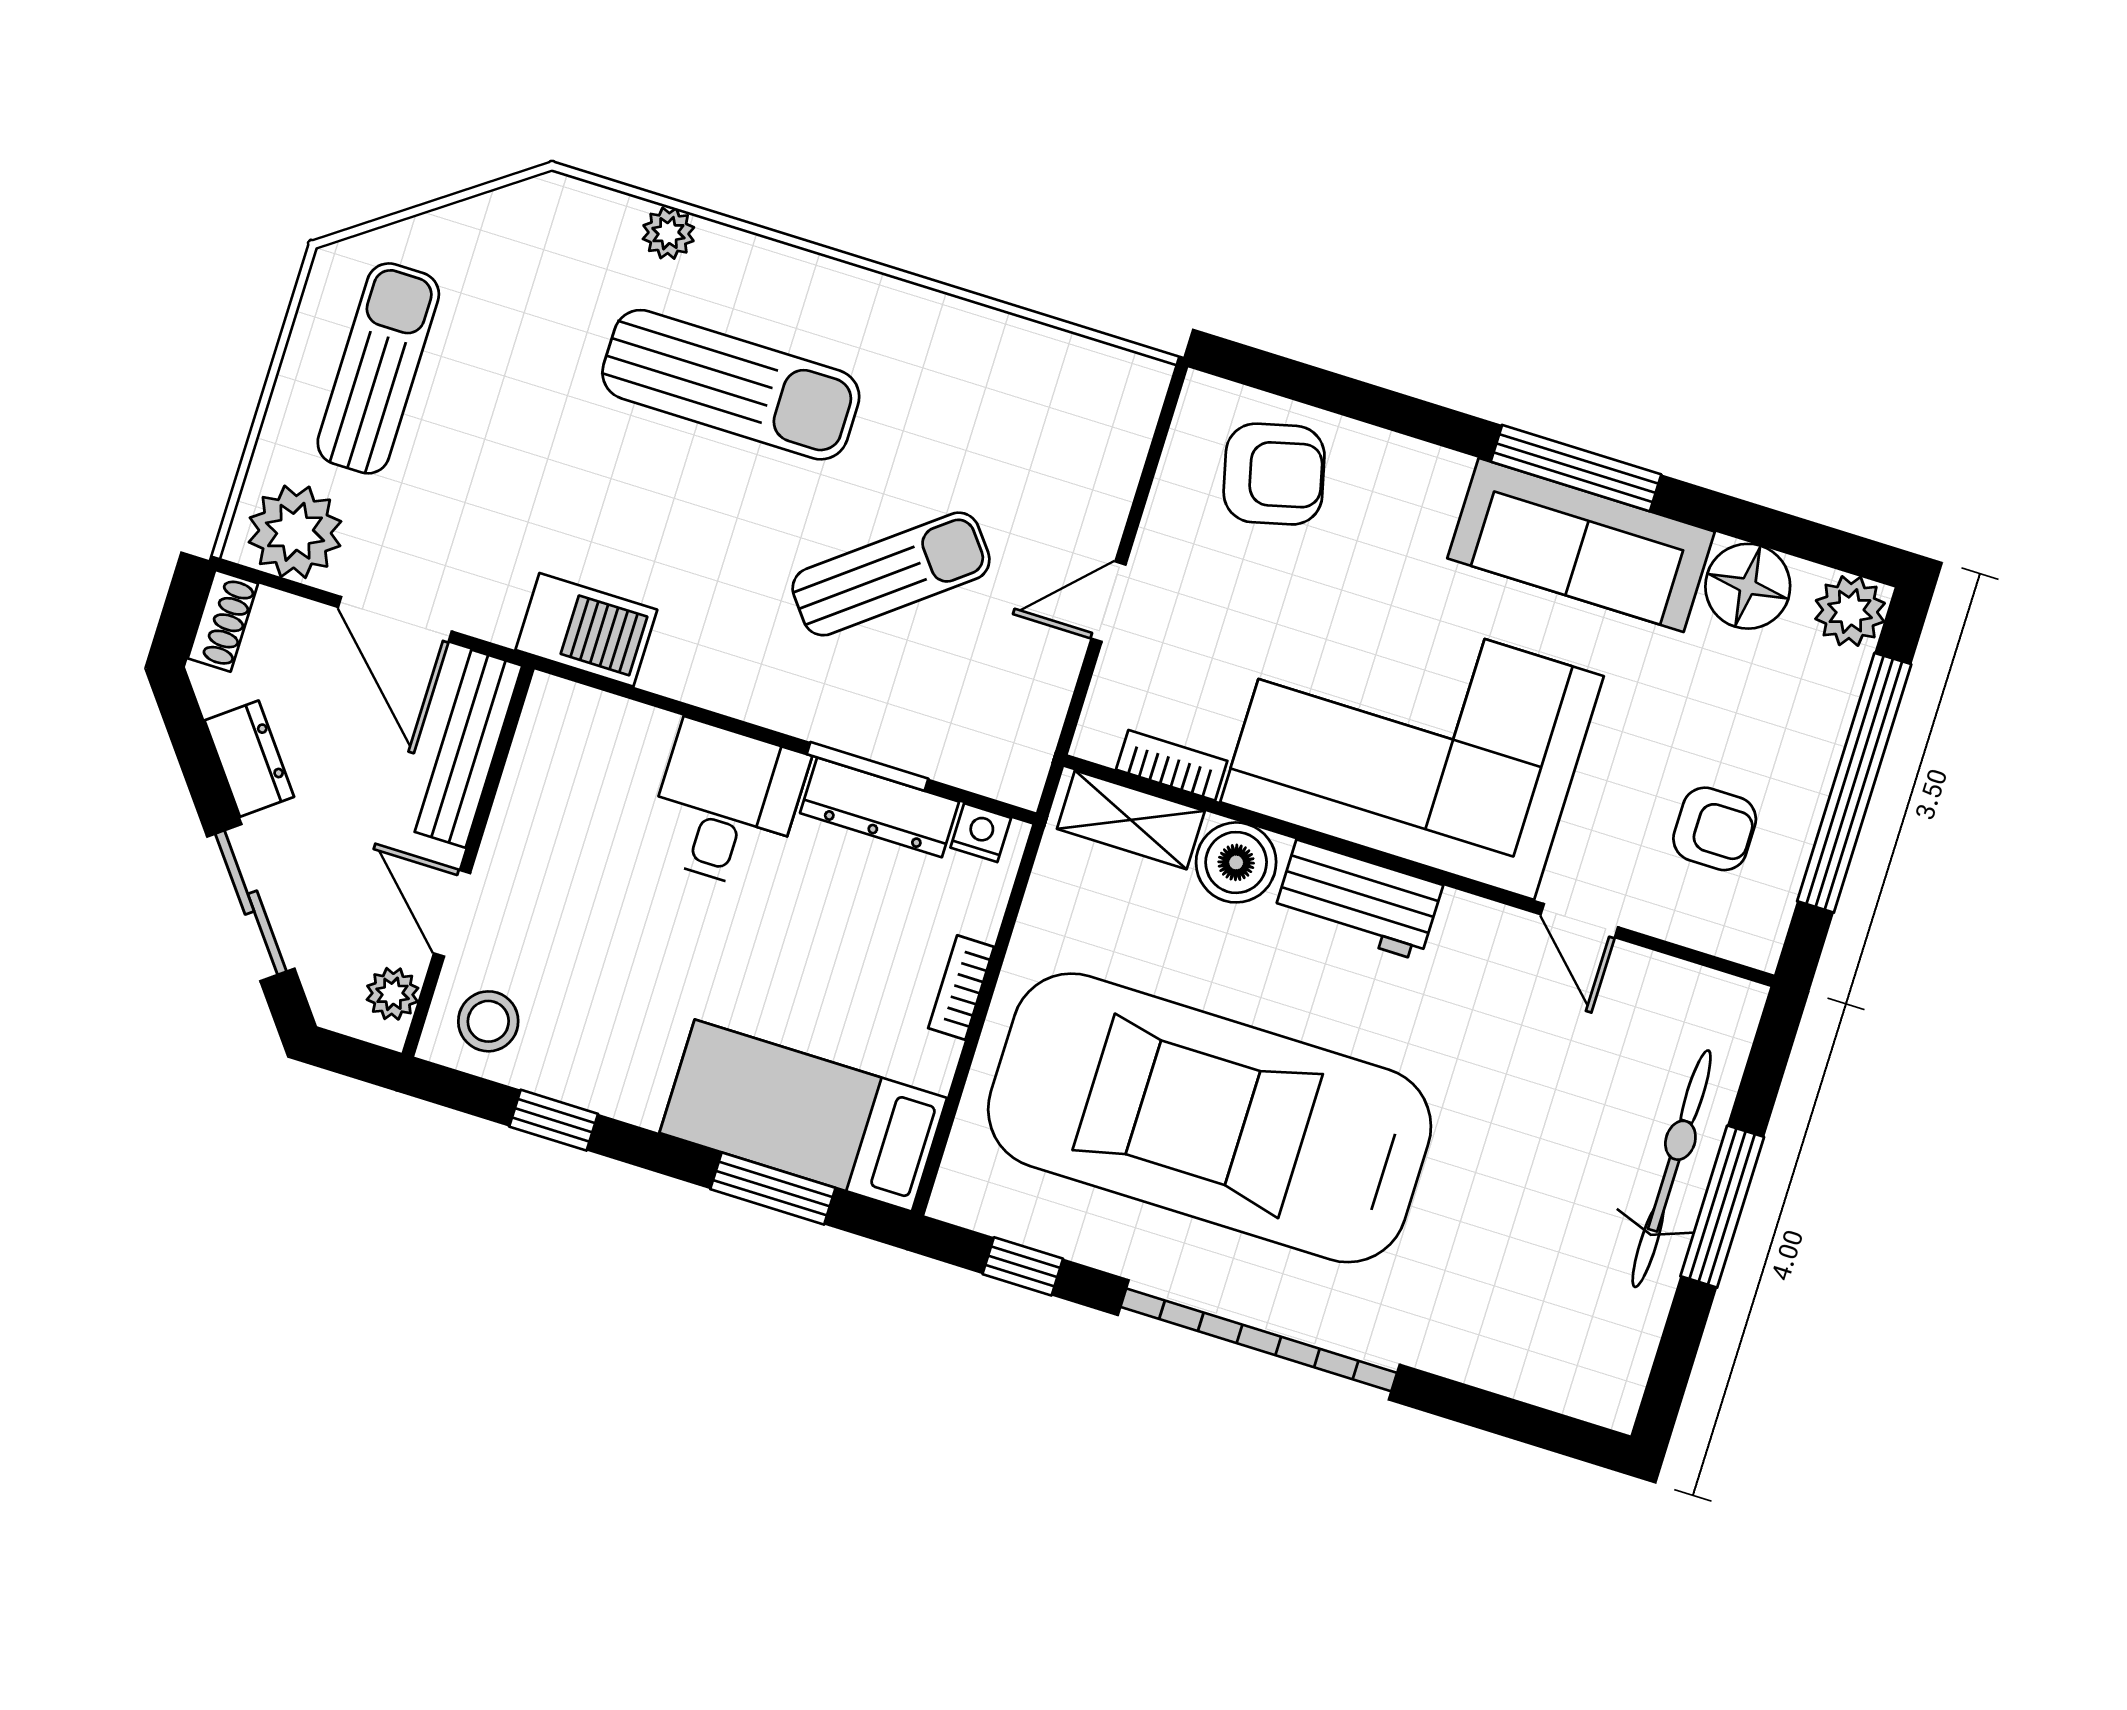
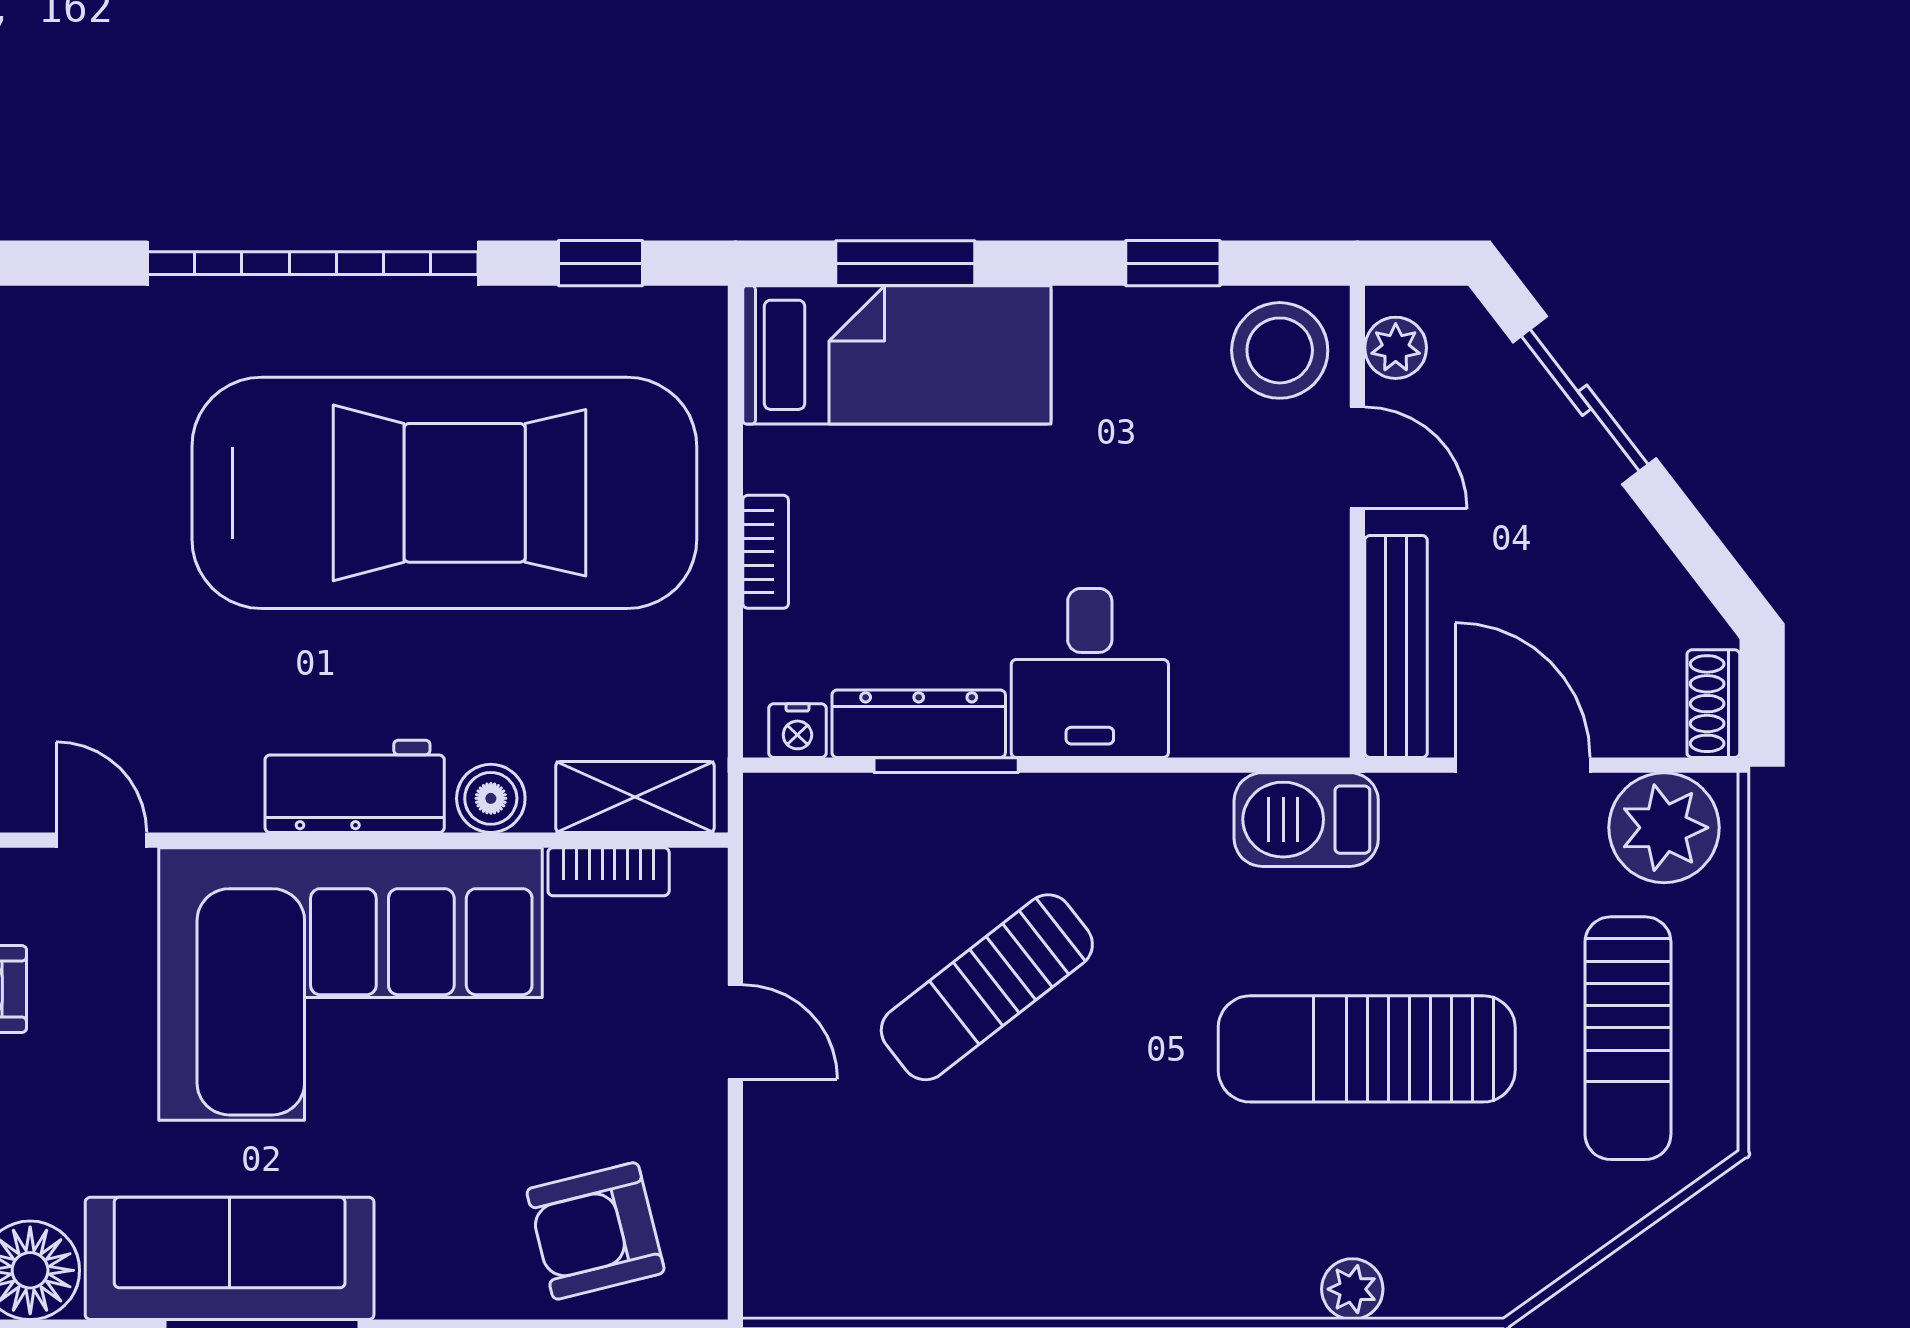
sun lounger: (731, 385) -> (1367, 1049), moved
door: (1109, 602) -> (735, 1032), hinge flipped
dresser: (249, 759) -> (1636, 560), removed
boiler: (1236, 862) -> (491, 798), width x0.73, depth x0.73
stool: (488, 1021) -> (1280, 350), width x1.38, depth x1.38

